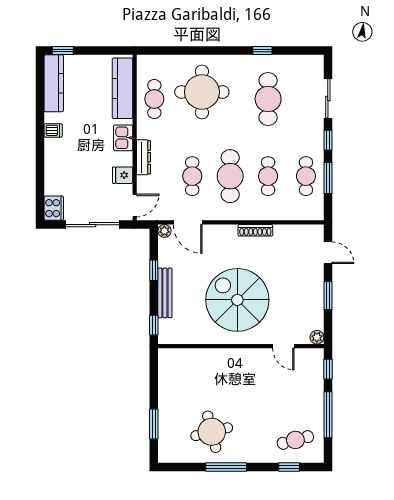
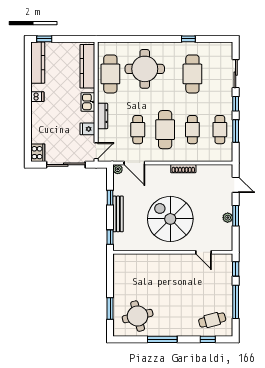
cafe table: (154, 99) -> (110, 74), width x1.37, depth x1.35
plant: (317, 337) -> (228, 218), moved
round table: (212, 432) -> (138, 316), moved

